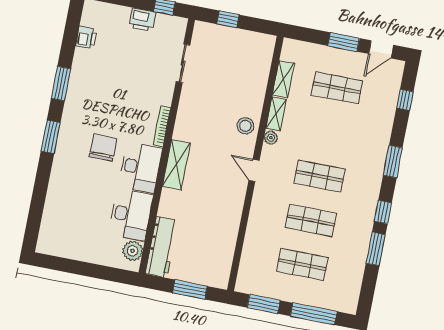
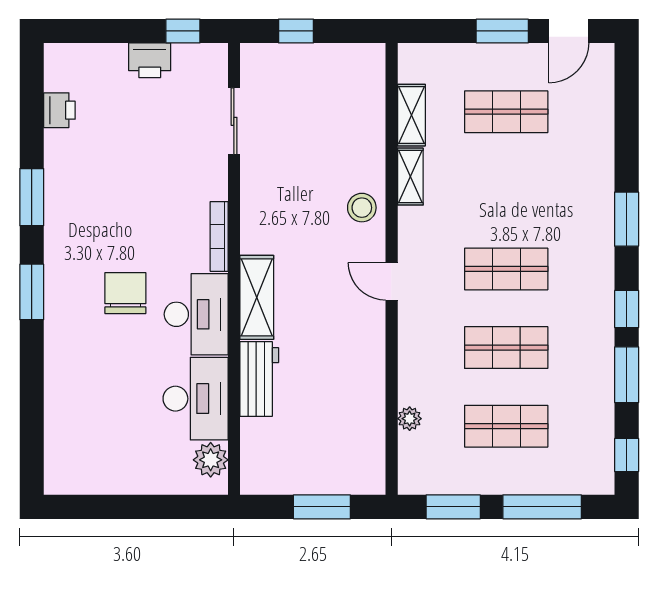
window: (405, 100) -> (627, 455), moved
plant: (271, 138) -> (410, 419), moved
workbench: (162, 247) -> (259, 379), moved, width x0.73

